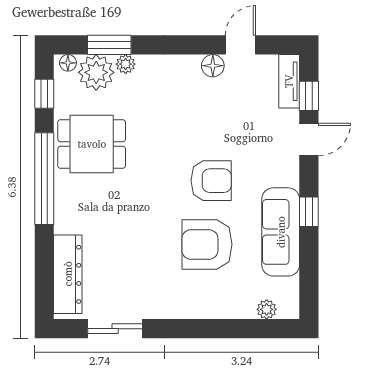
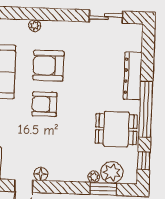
floor lamp: (68, 63) -> (129, 179), removed
armchair: (207, 244) -> (48, 66), turned 180
dresser: (68, 274) -> (133, 76), moved
plant: (267, 309) -> (35, 26), moved

